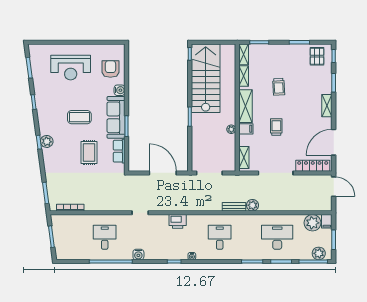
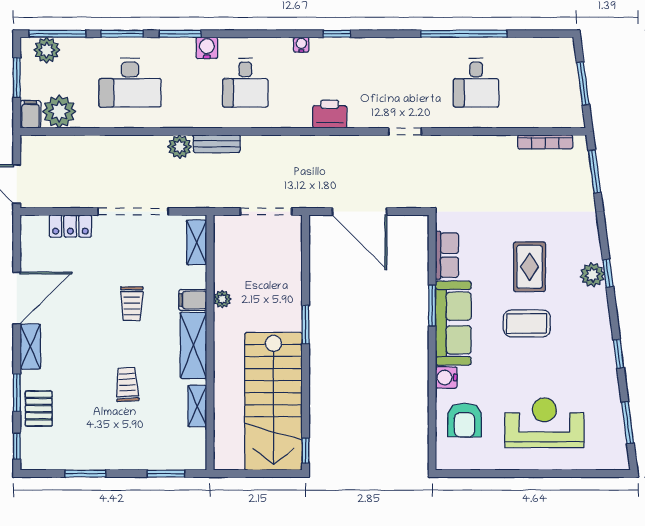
shelving: (244, 54) -> (197, 449), removed
pallet: (317, 56) -> (39, 409), moved
door: (334, 142) -> (17, 298), moved
rug: (89, 153) -> (530, 267), moved
locker: (313, 166) -> (70, 226), width x0.66
water cooler: (138, 255) -> (207, 48), moved

